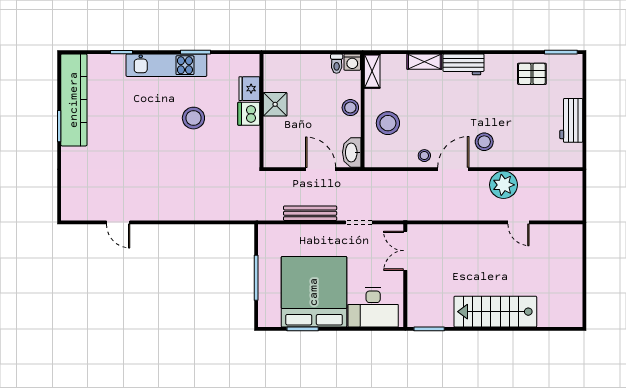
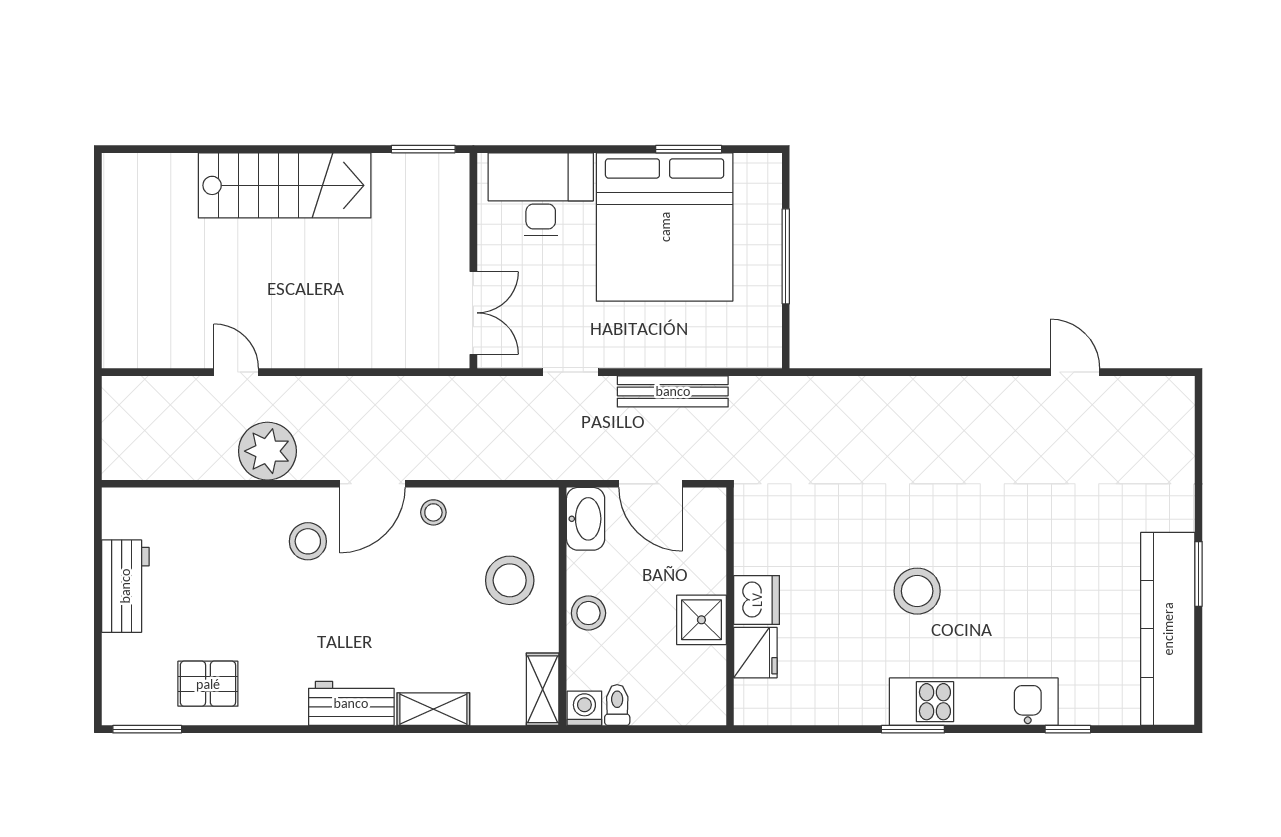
fridge: (249, 89) -> (755, 653), moved
shower: (275, 104) -> (701, 620), moved
wall: (261, 111) -> (730, 606), moved
dishwasher: (249, 114) -> (757, 600), moved

